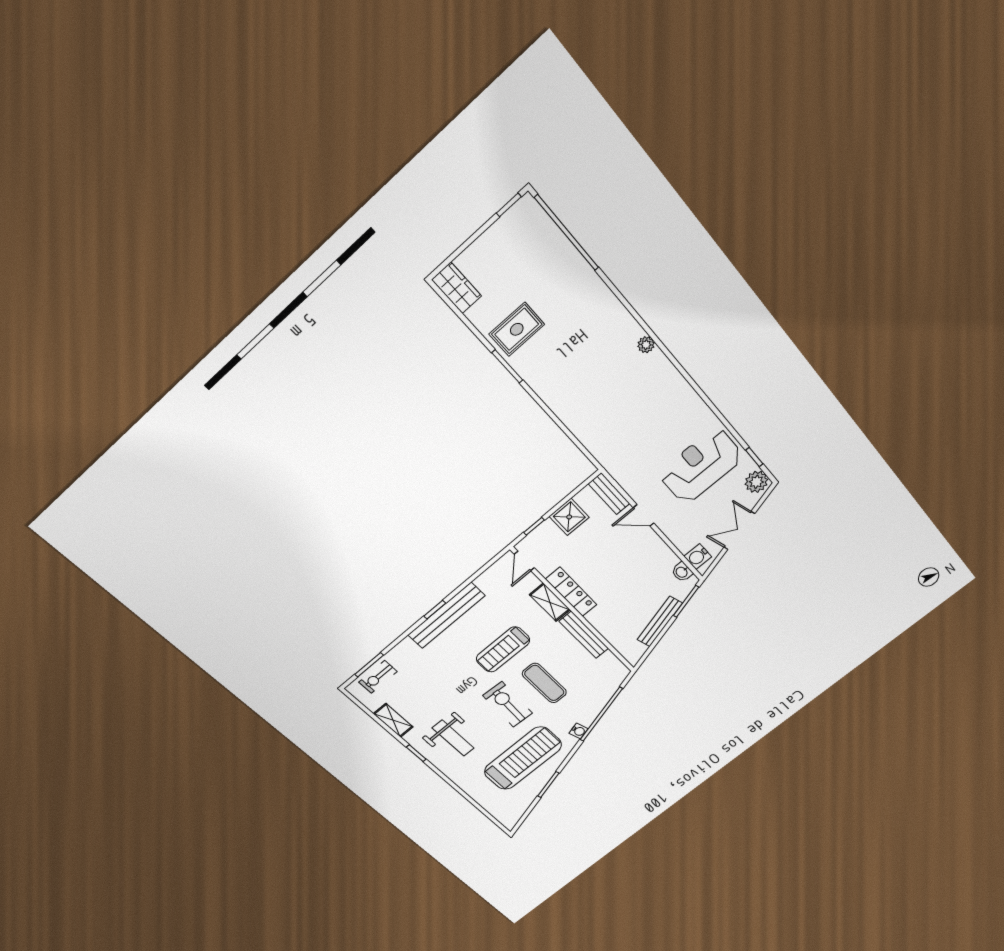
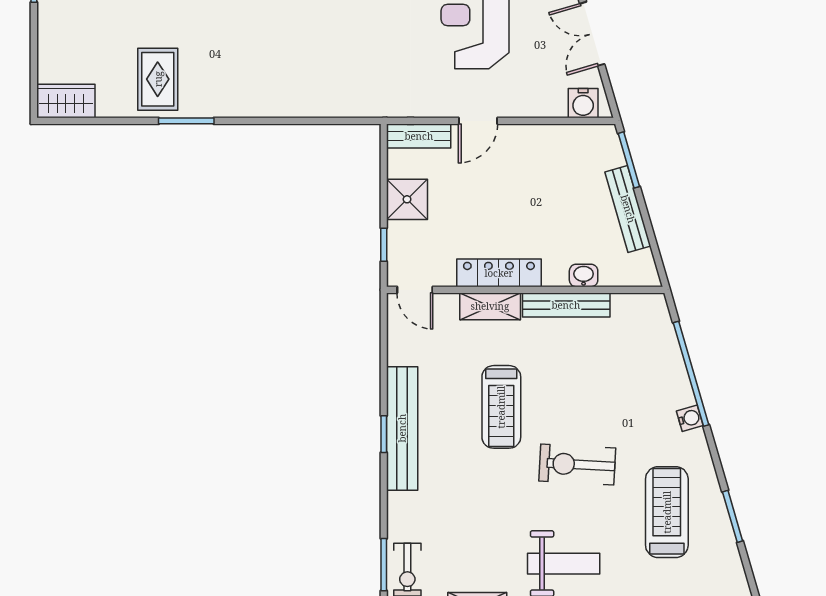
washbasin: (682, 572) -> (584, 275), moved, turned 180
exercise mat: (544, 683) -> (588, 400), removed
treadmill: (523, 758) -> (667, 512), width x0.73, depth x0.73

